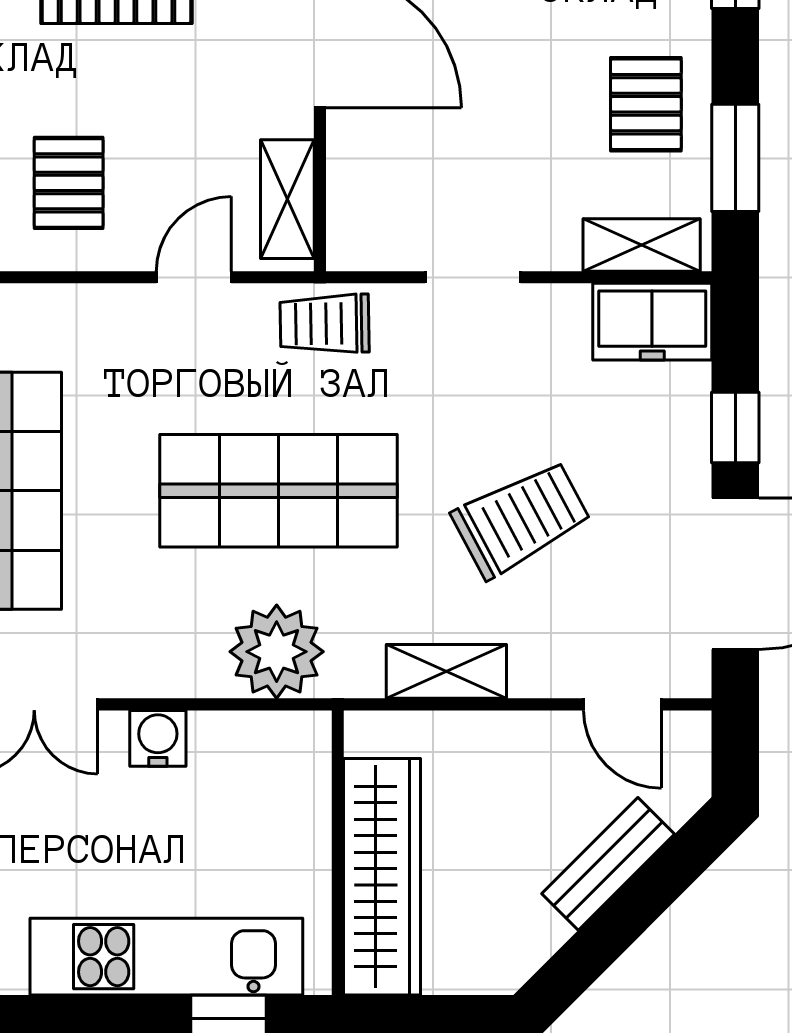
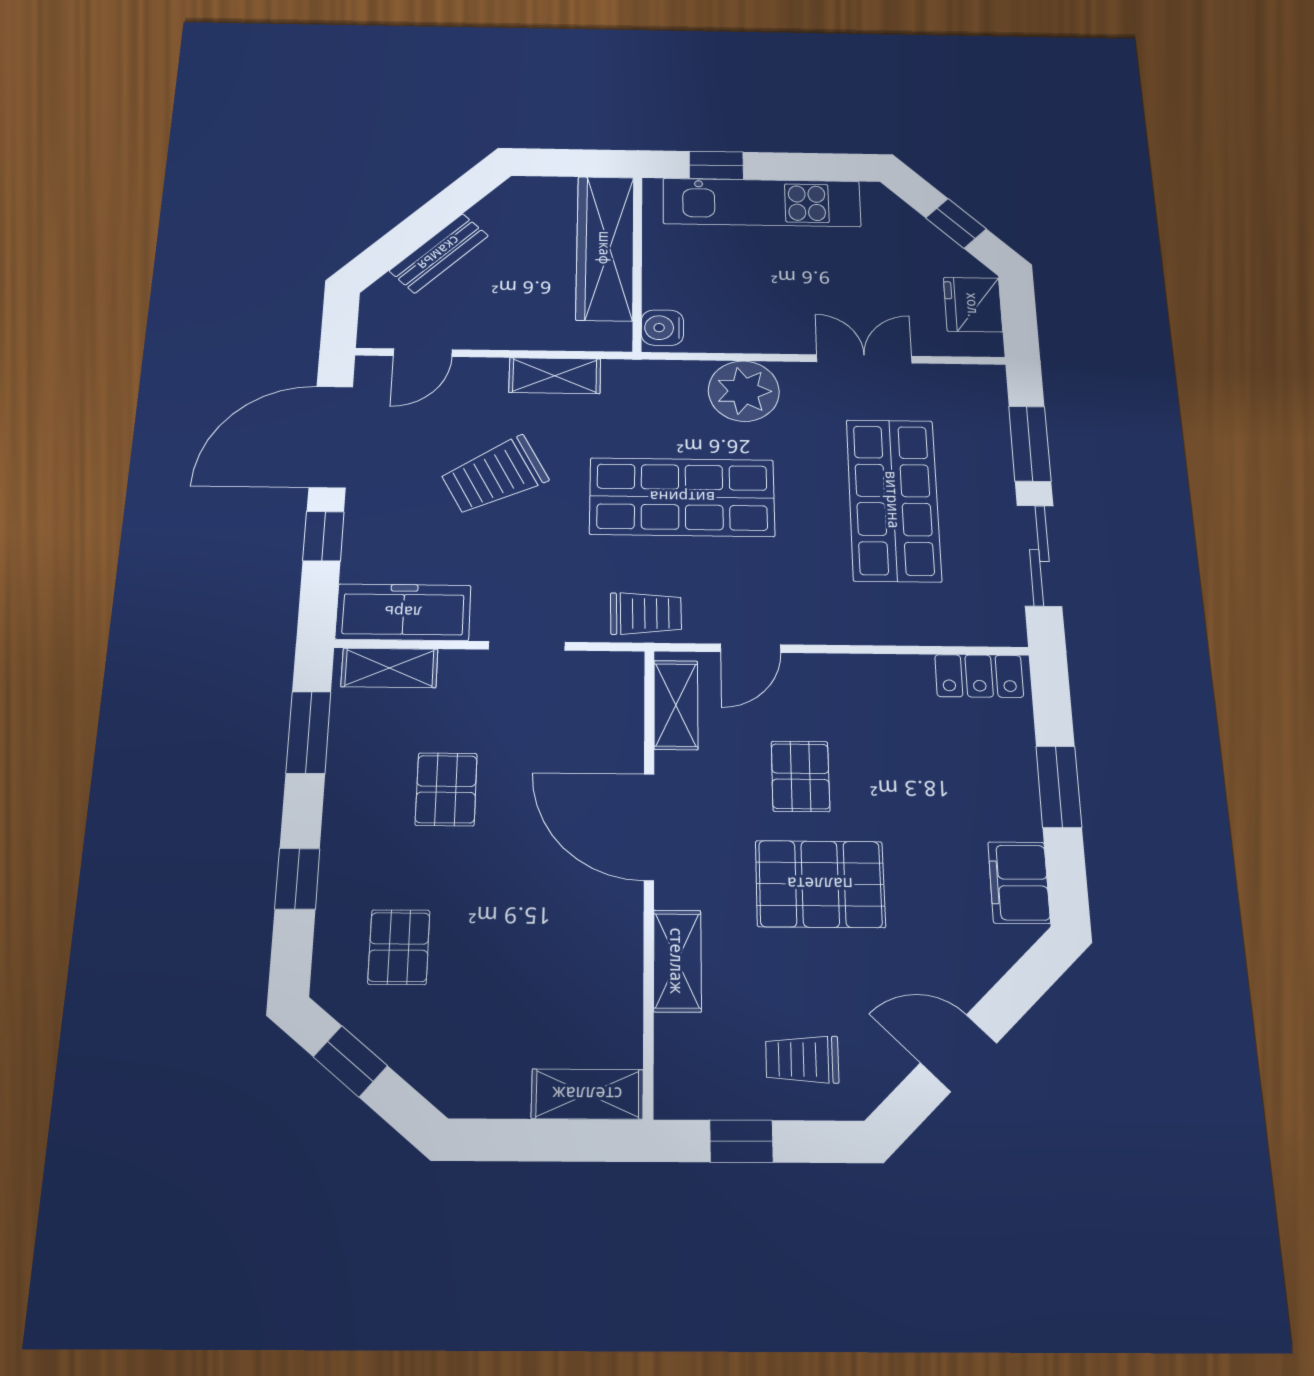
pallet: (646, 104) -> (446, 789), moved
pallet: (69, 183) -> (800, 776), moved
freezer: (652, 322) -> (403, 612), width x1.40
plant: (277, 652) -> (744, 391), moved
door: (622, 704) -> (423, 353), swing flipped
water cooler: (158, 738) -> (662, 328), moved, turned 90

